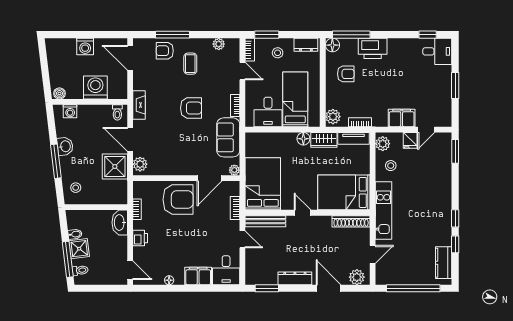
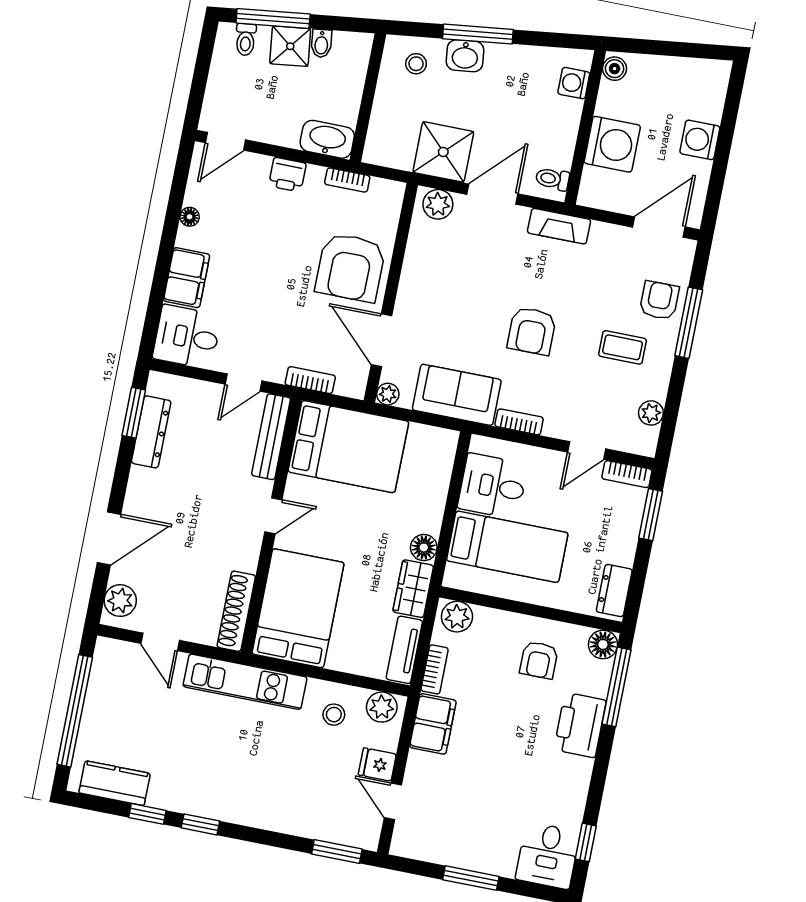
stool: (278, 53) -> (609, 530), removed
filing cabinet: (402, 118) -> (433, 724), moved
washbasin: (65, 146) -> (465, 56), moved
dresser: (295, 278) -> (151, 432), moved

